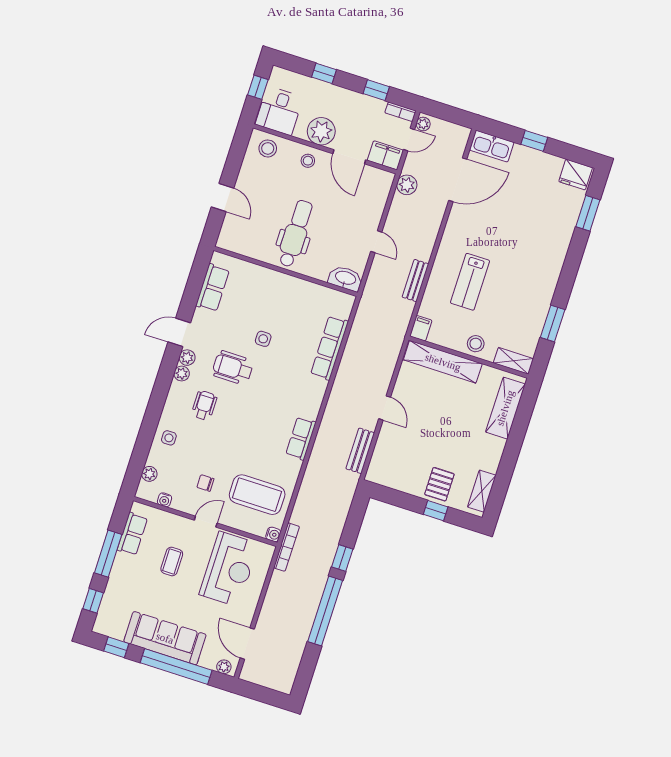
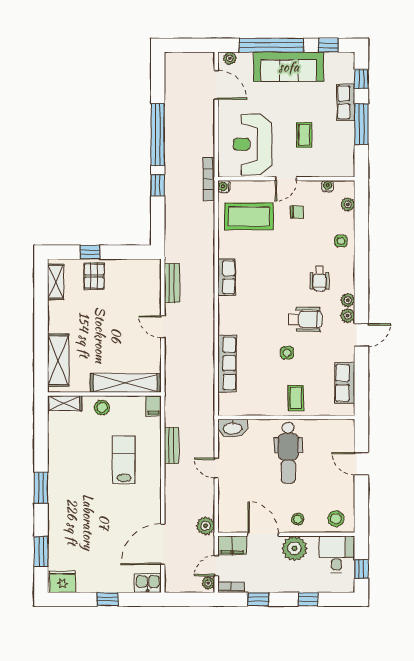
kitchen sink: (492, 146) -> (148, 583), width x0.73
coffee table: (269, 288) -> (296, 398), added
window: (553, 323) -> (41, 488), moved
row of seats: (132, 534) -> (346, 102), moved

